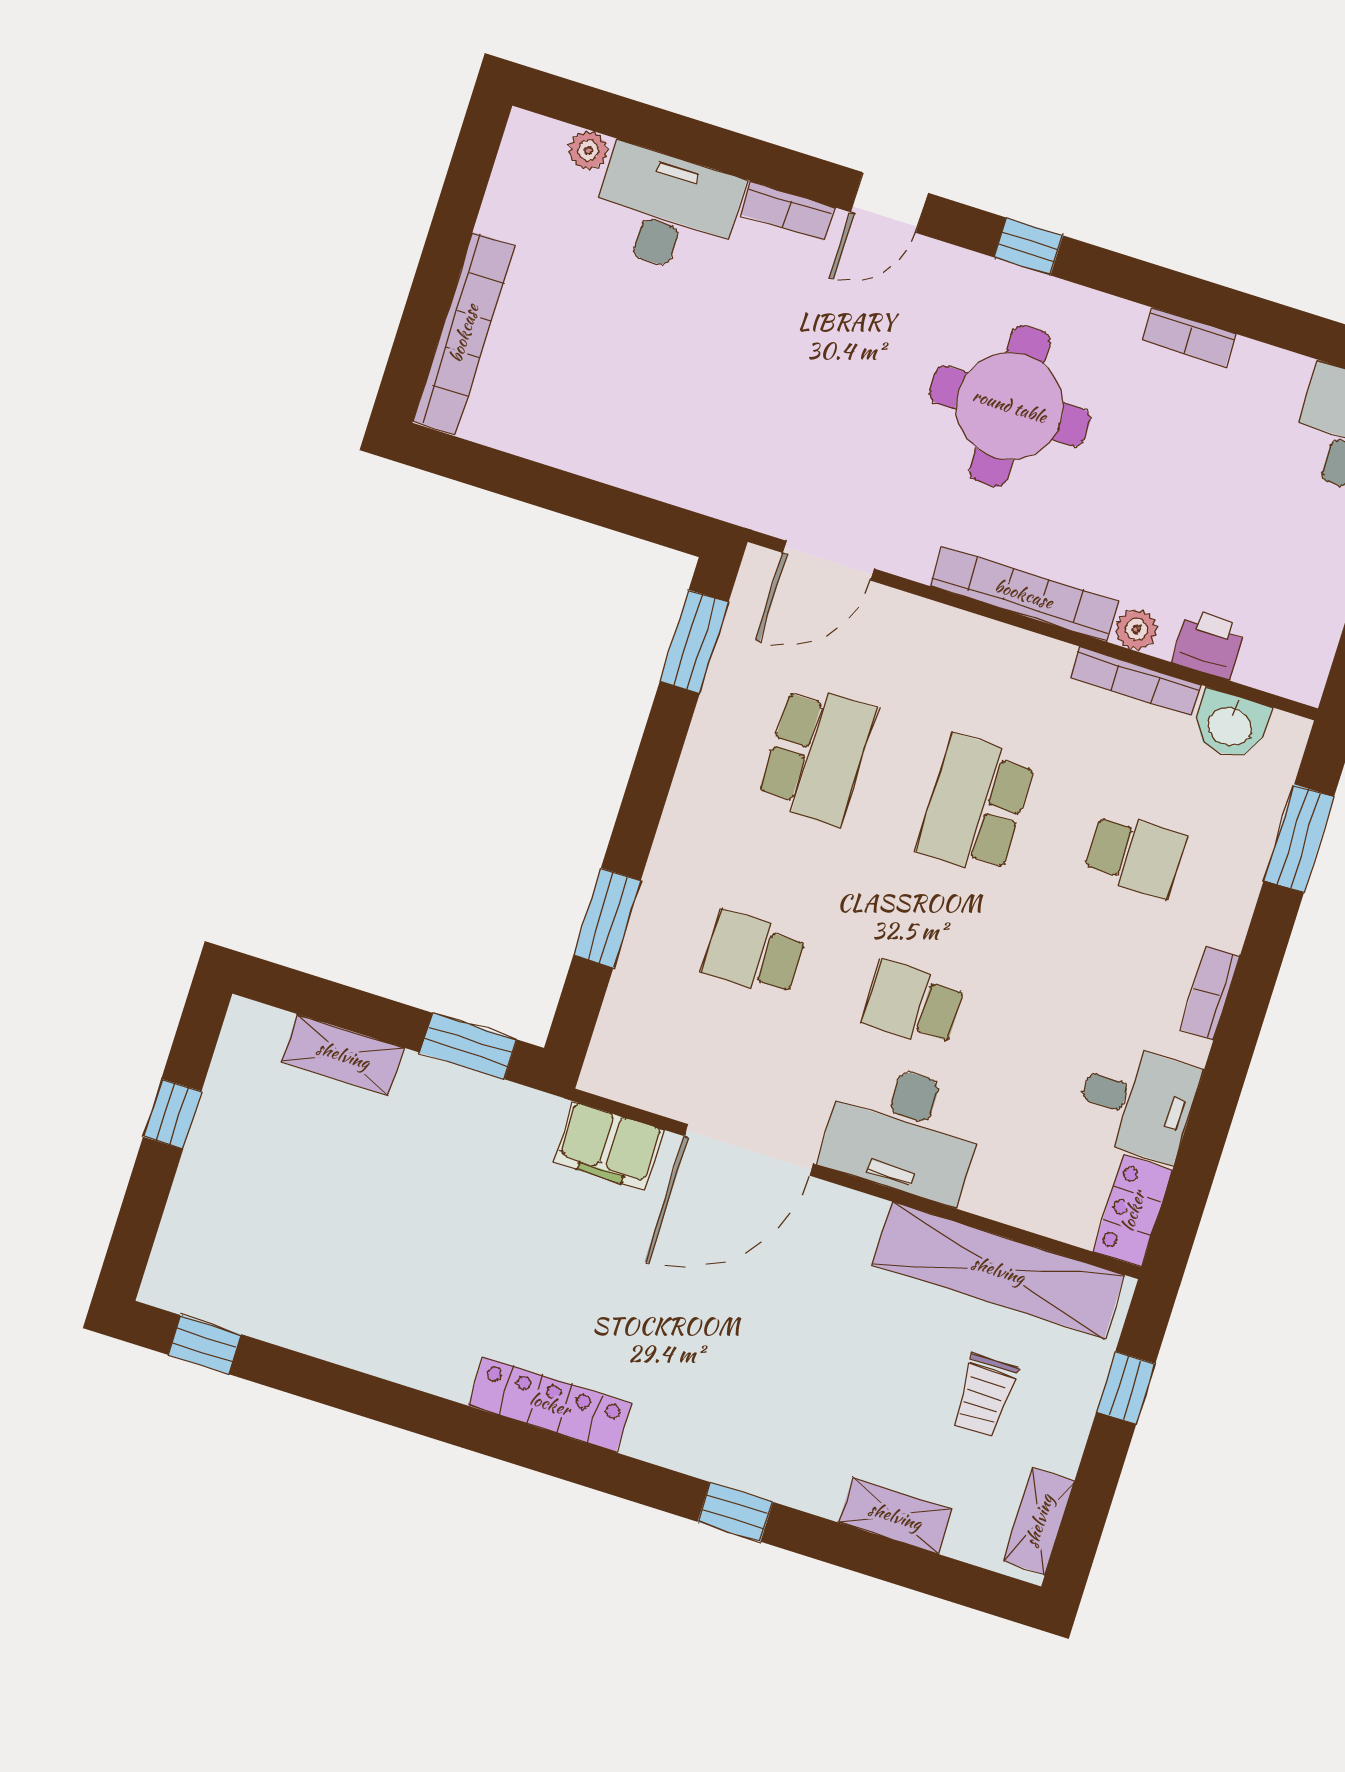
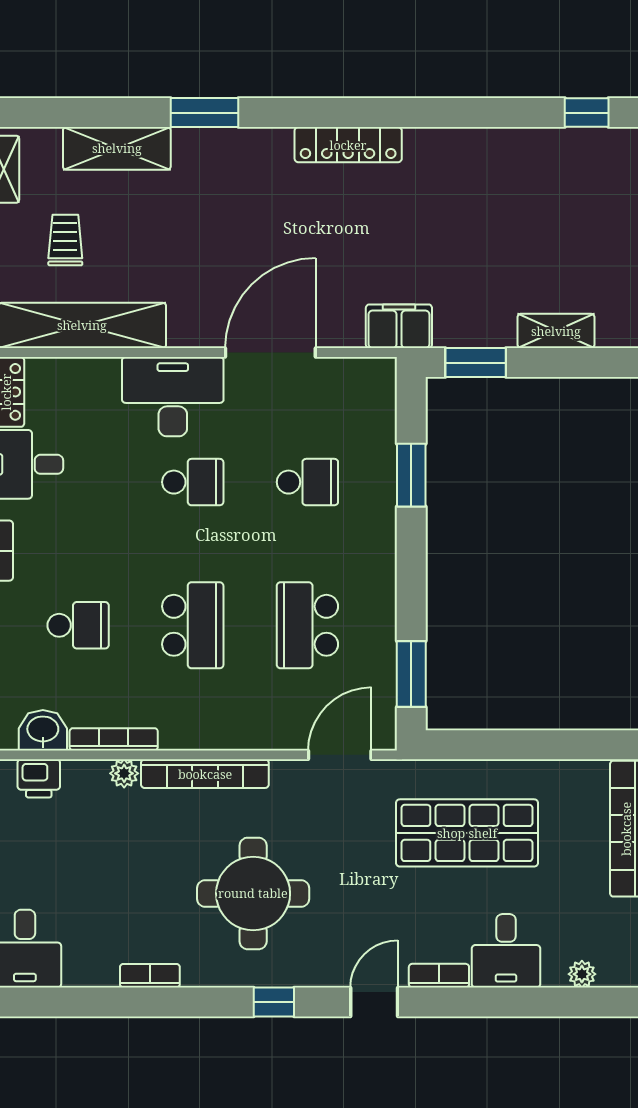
desk: (666, 210) -> (506, 951), width x0.73
shop shelf: (686, 397) -> (467, 833), added
printer: (1209, 645) -> (39, 778), moved
school desk: (1135, 855) -> (78, 625), turned 180
filing cabinet: (609, 1146) -> (399, 326), moved
window: (735, 1512) -> (204, 113), width x1.50
shelving: (895, 1516) -> (117, 148), width x1.50, depth x1.33

